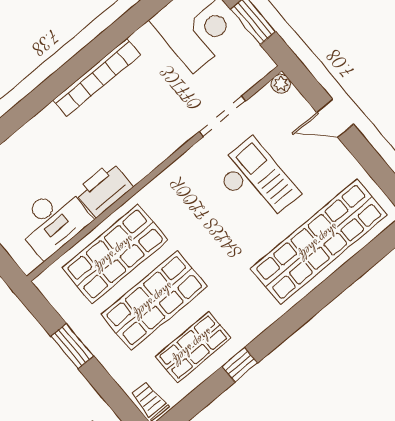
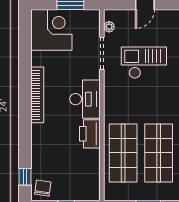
plant: (281, 84) -> (109, 27), moved
desk: (53, 221) -> (85, 99), moved

